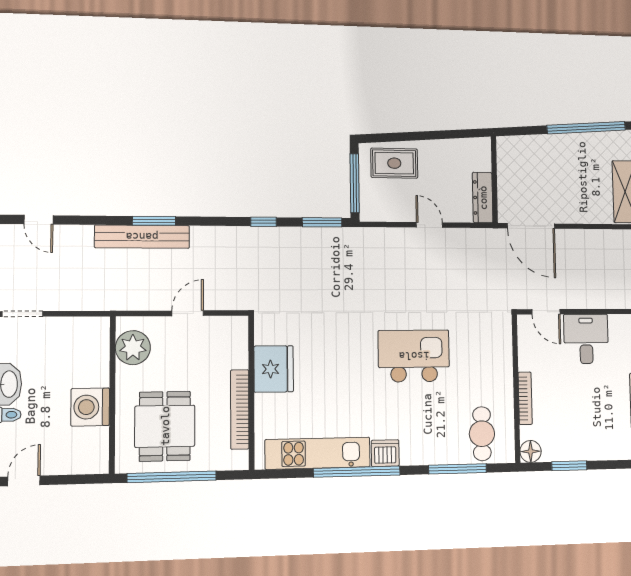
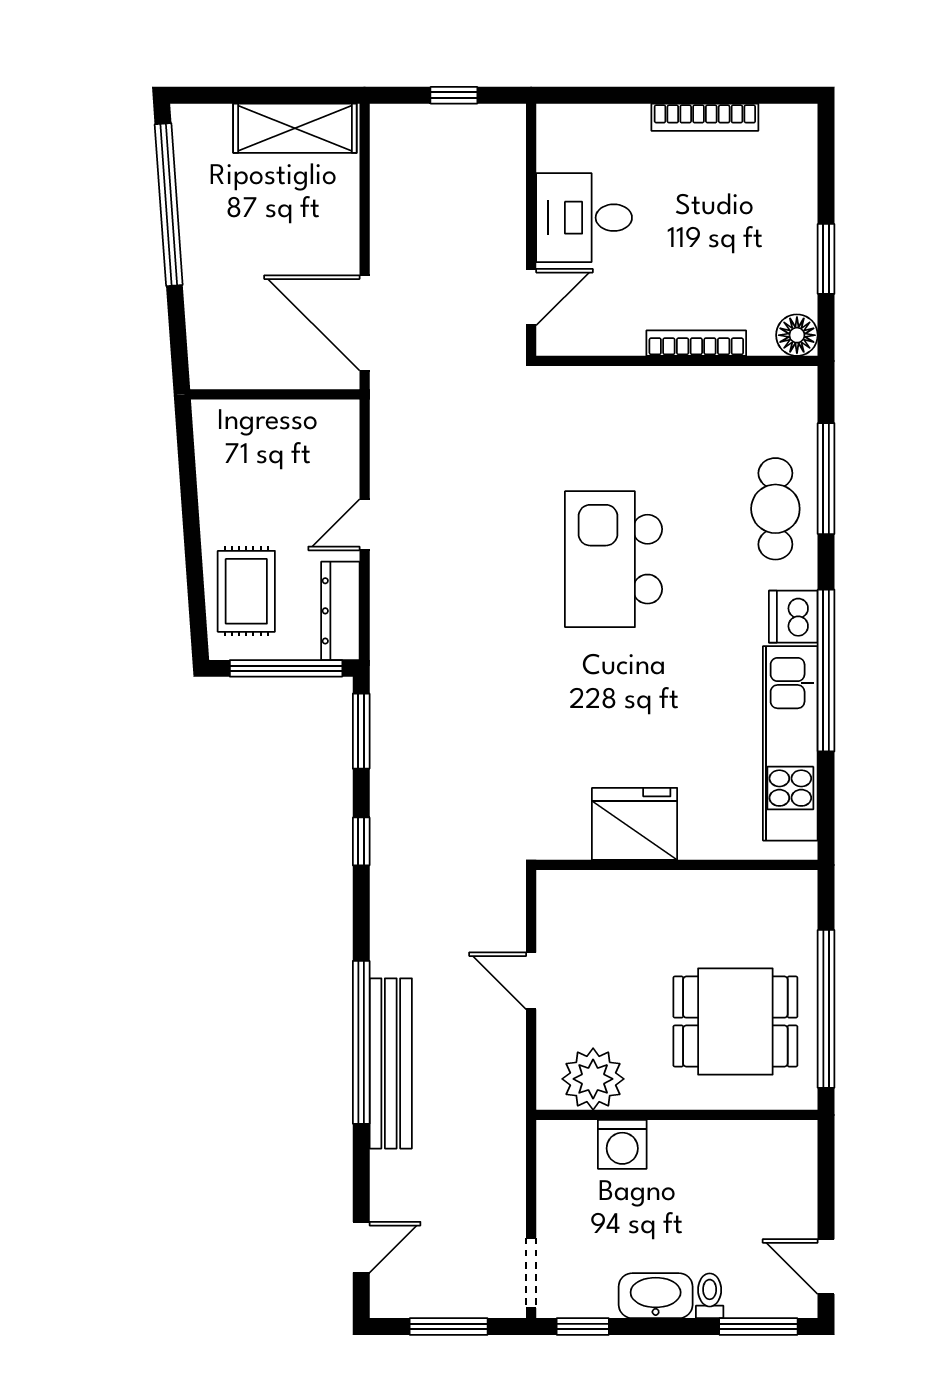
dresser: (483, 198) -> (340, 611), moved, turned 90
window: (154, 221) -> (361, 1042), width x2.11
door: (531, 226) -> (365, 323), swing flipped
washing machine: (90, 407) -> (622, 1144), moved, width x0.73, depth x0.73
bookcase: (240, 409) -> (708, 886), removed
cafe table: (482, 434) -> (775, 509), moved, turned 90

